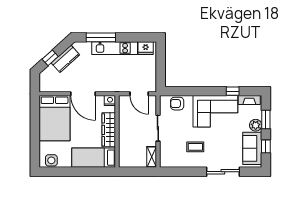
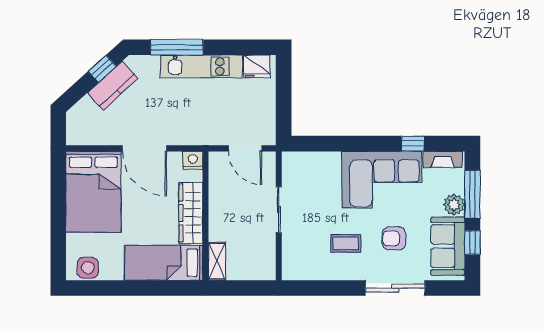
window: (50, 58) -> (102, 69), moved
armchair: (177, 104) -> (394, 238), moved
window: (266, 119) -> (472, 194), width x1.44
shelving: (152, 157) -> (217, 261), moved

